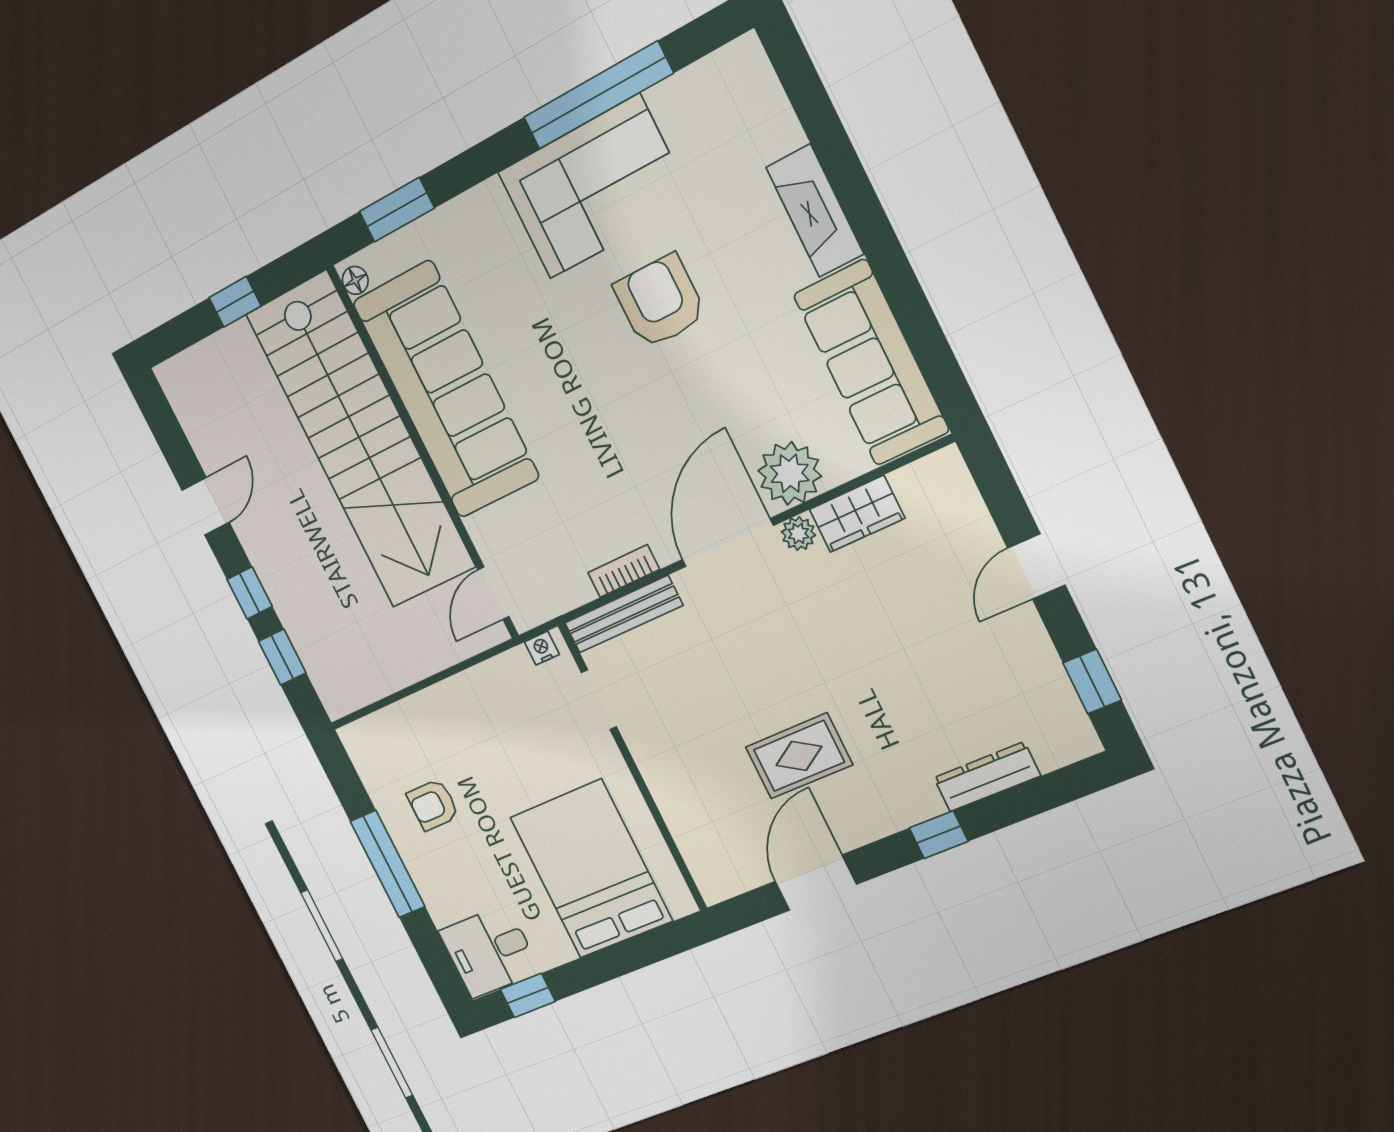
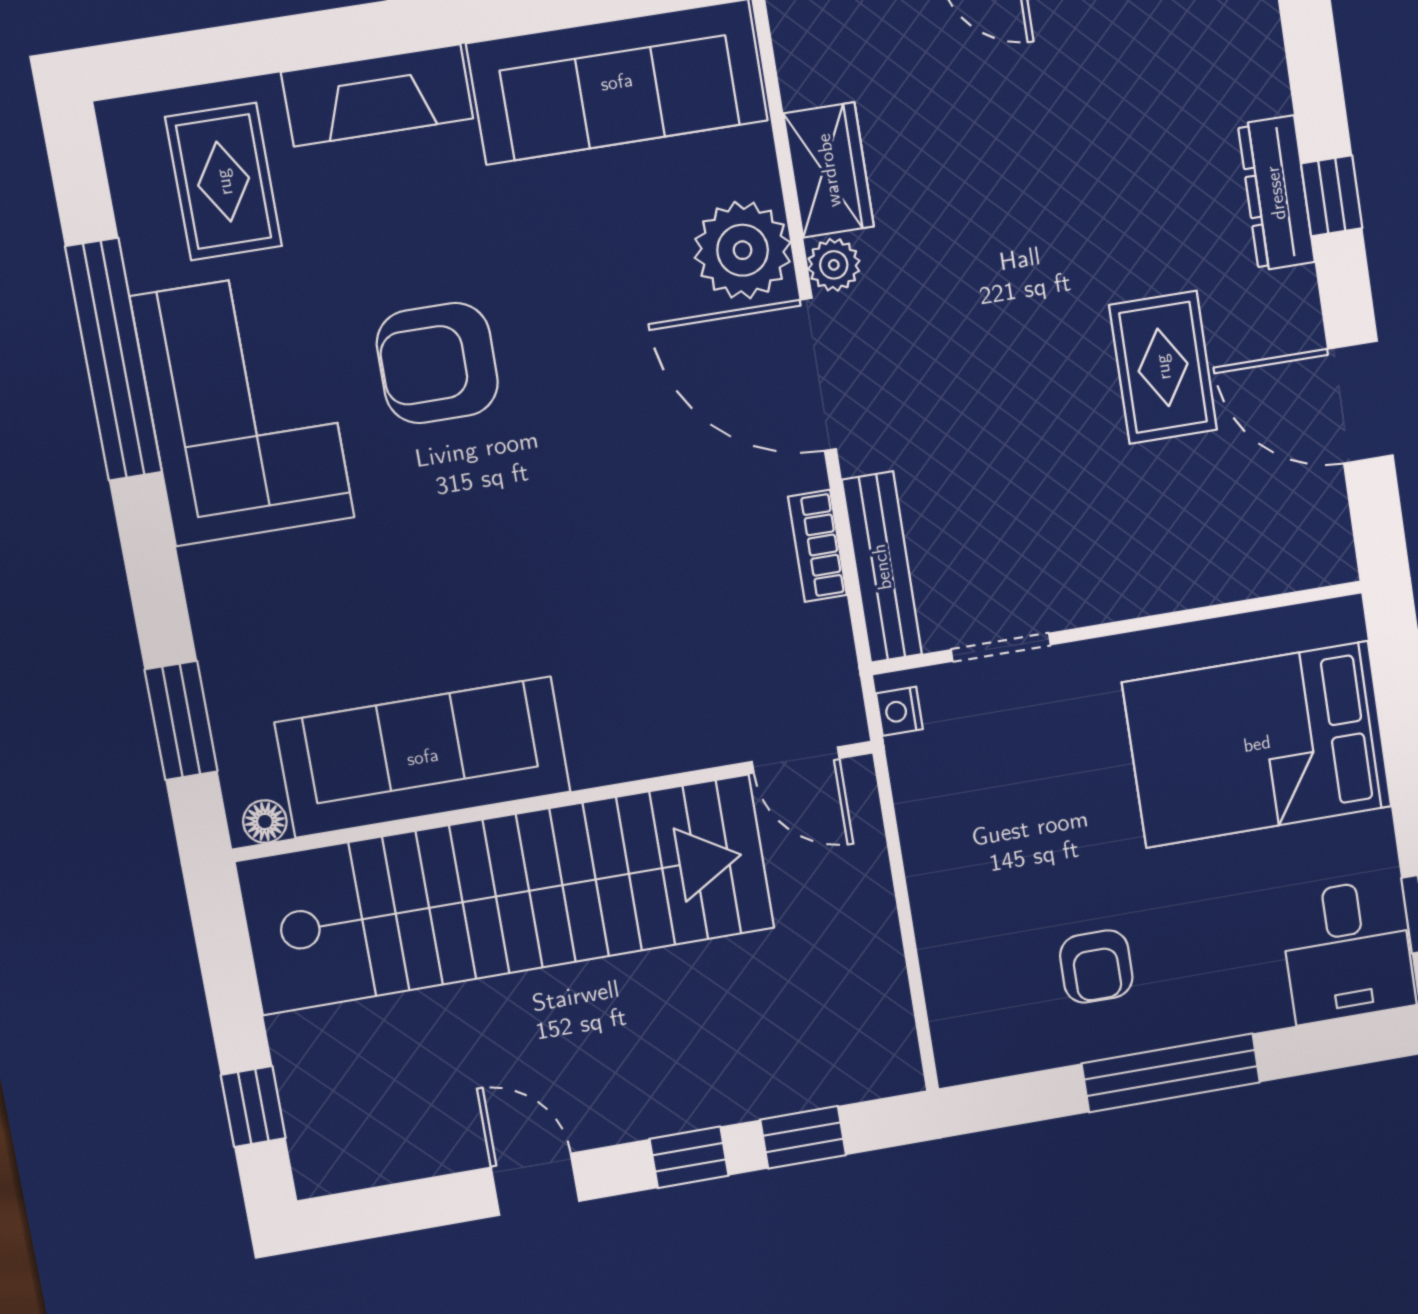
rug: (730, 129) -> (224, 182), added
window: (235, 302) -> (253, 1107), moved
sofa: (446, 390) -> (423, 757), width x0.74, depth x0.79
dresser: (987, 777) -> (1276, 193), moved

